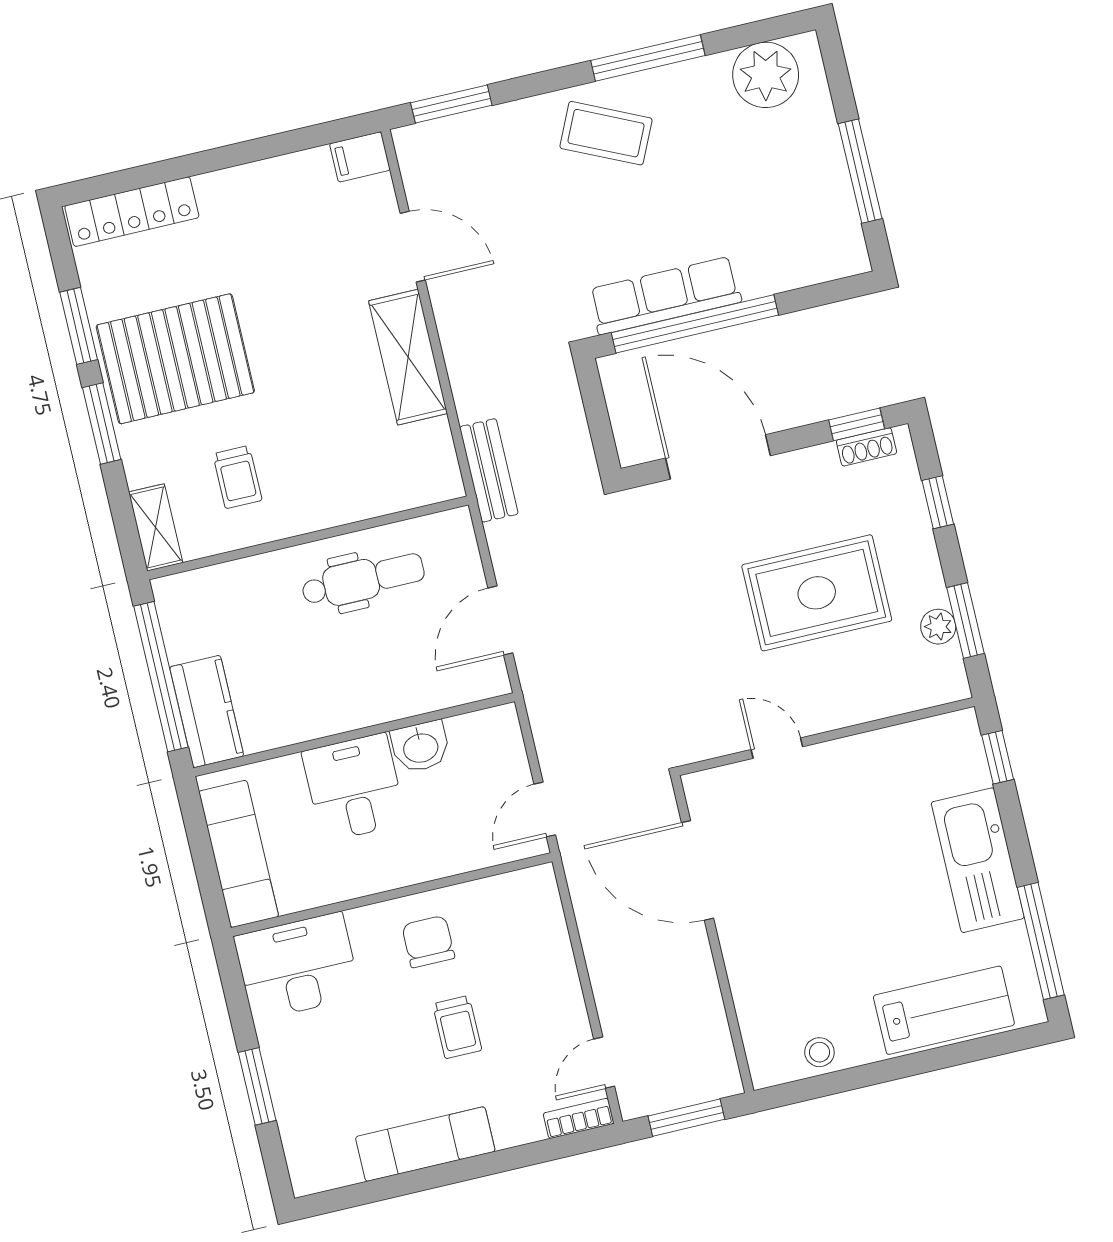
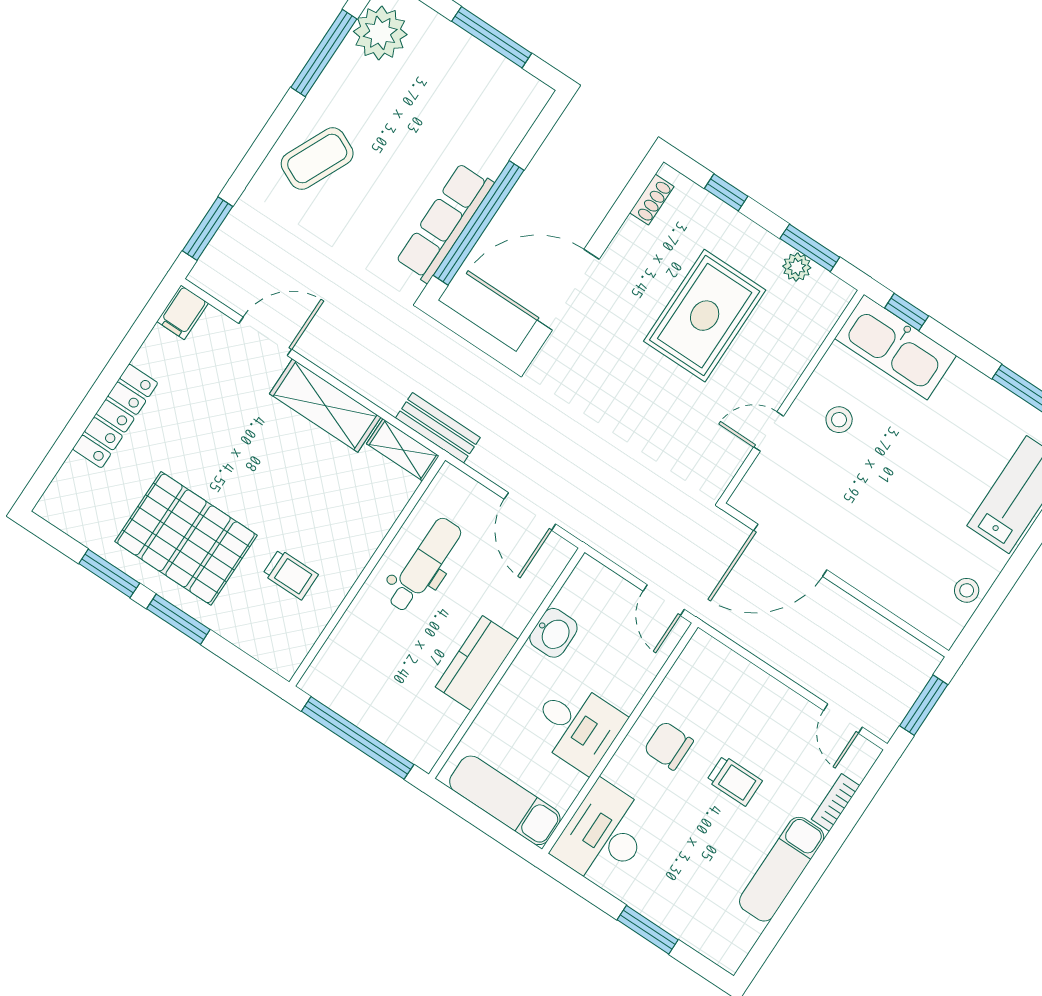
window: (648, 58) -> (324, 53), moved
locker: (132, 212) -> (115, 416), moved
pallet: (175, 359) -> (186, 538), turned 90
window: (857, 424) -> (633, 192), removed
shelving: (156, 527) -> (403, 450), moved
kitchen counter: (207, 711) -> (477, 663), moved, turned -90
desk: (354, 788) -> (577, 726), moved, turned 180
stool: (849, 796) -> (839, 420), added
kitchen sink: (978, 860) -> (895, 347), moved
bookcase: (579, 1118) -> (836, 803), moved

